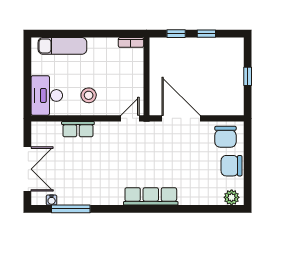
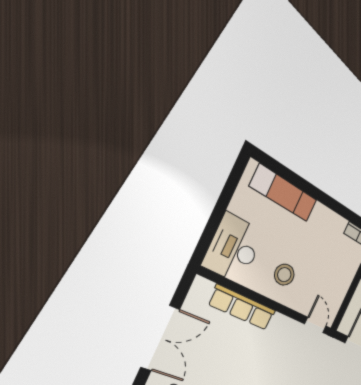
door: (130, 118) -> (315, 325), hinge flipped
row of seats: (78, 129) -> (242, 308), width x1.48

